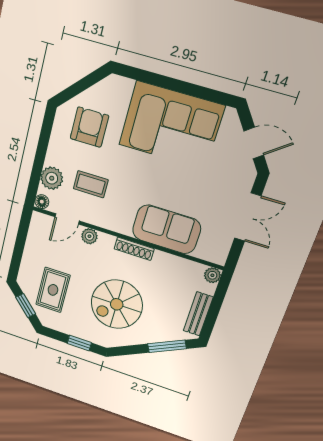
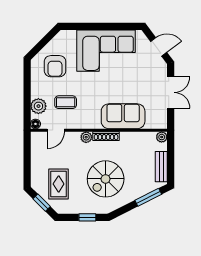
armchair: (89, 127) -> (55, 66), turned 180
plant: (89, 236) -> (86, 137), moved

